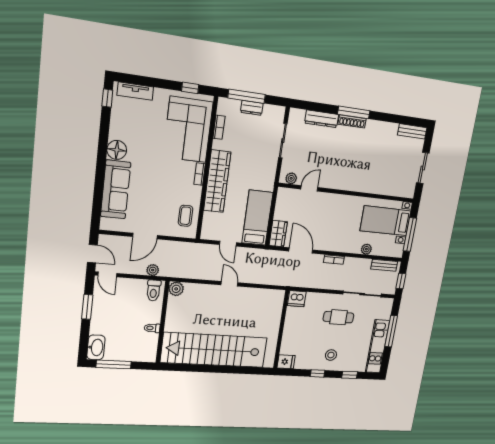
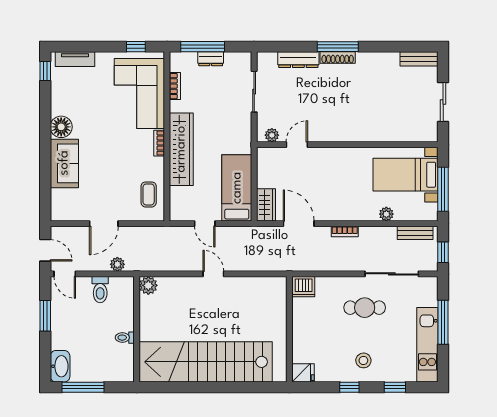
sofa: (116, 189) -> (64, 163), width x0.73
toilet: (154, 290) -> (100, 290), moved

